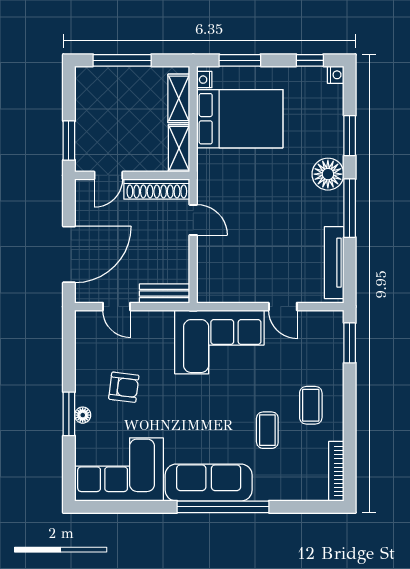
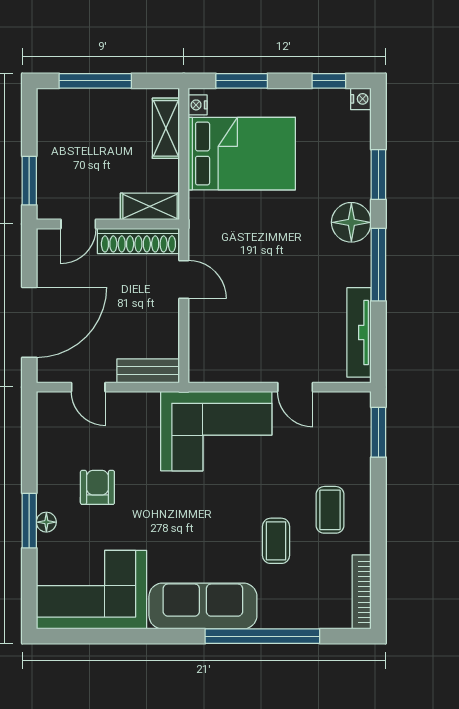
shelving: (179, 148) -> (150, 206), moved, turned 90
armchair: (124, 387) -> (97, 487), turned -97
window: (223, 507) -> (262, 636), moved

